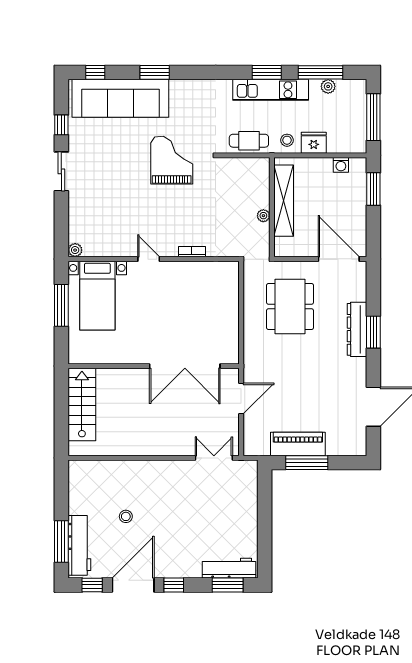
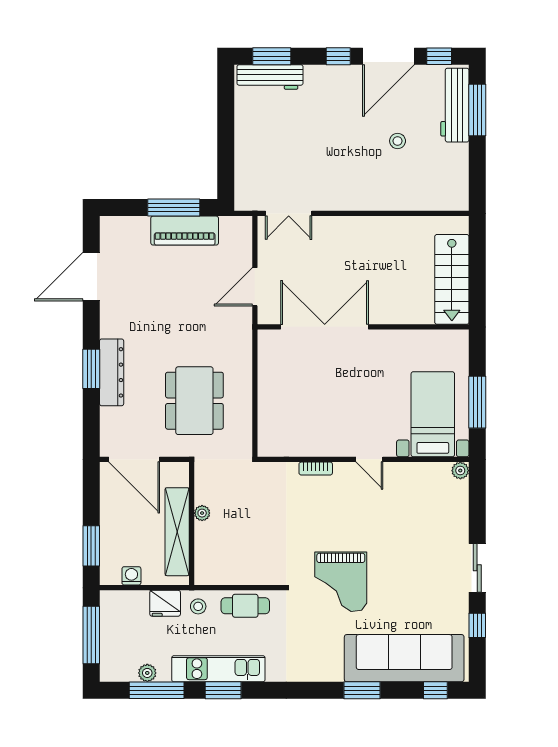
shelving: (284, 201) -> (177, 532), moved
wall: (272, 207) -> (192, 524), moved
plant: (263, 216) -> (202, 513), moved

